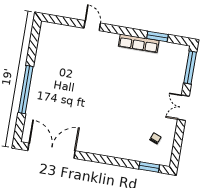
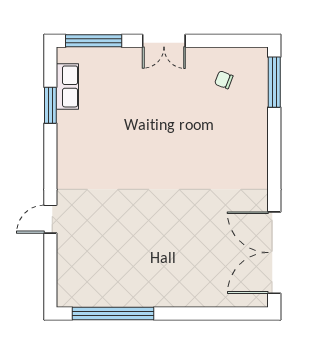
row of seats: (139, 43) -> (67, 86), moved, width x0.68
window: (26, 90) -> (113, 314), moved
window: (149, 167) -> (274, 82), width x1.44

